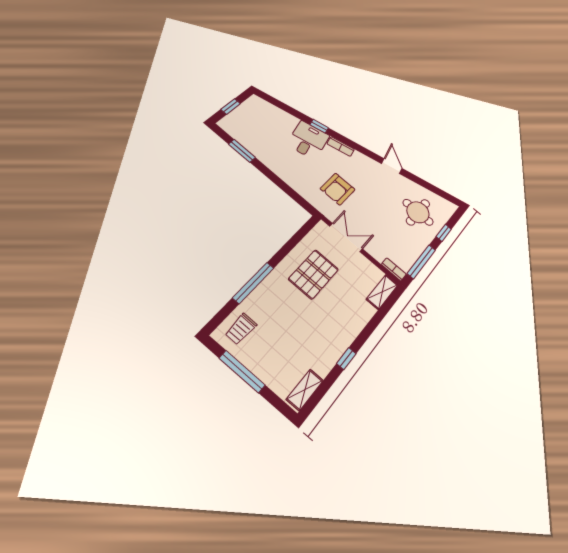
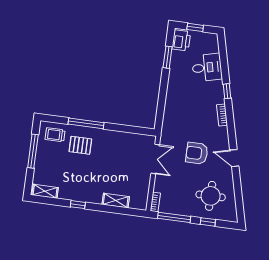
printer: (234, 127) -> (181, 40), added
desk: (308, 140) -> (207, 68), moved
door: (392, 166) -> (234, 158), swing flipped
armchair: (338, 189) -> (197, 153), moved
pallet: (314, 274) -> (80, 145), moved, width x0.67, depth x0.71
shelving: (382, 292) -> (116, 201), moved

